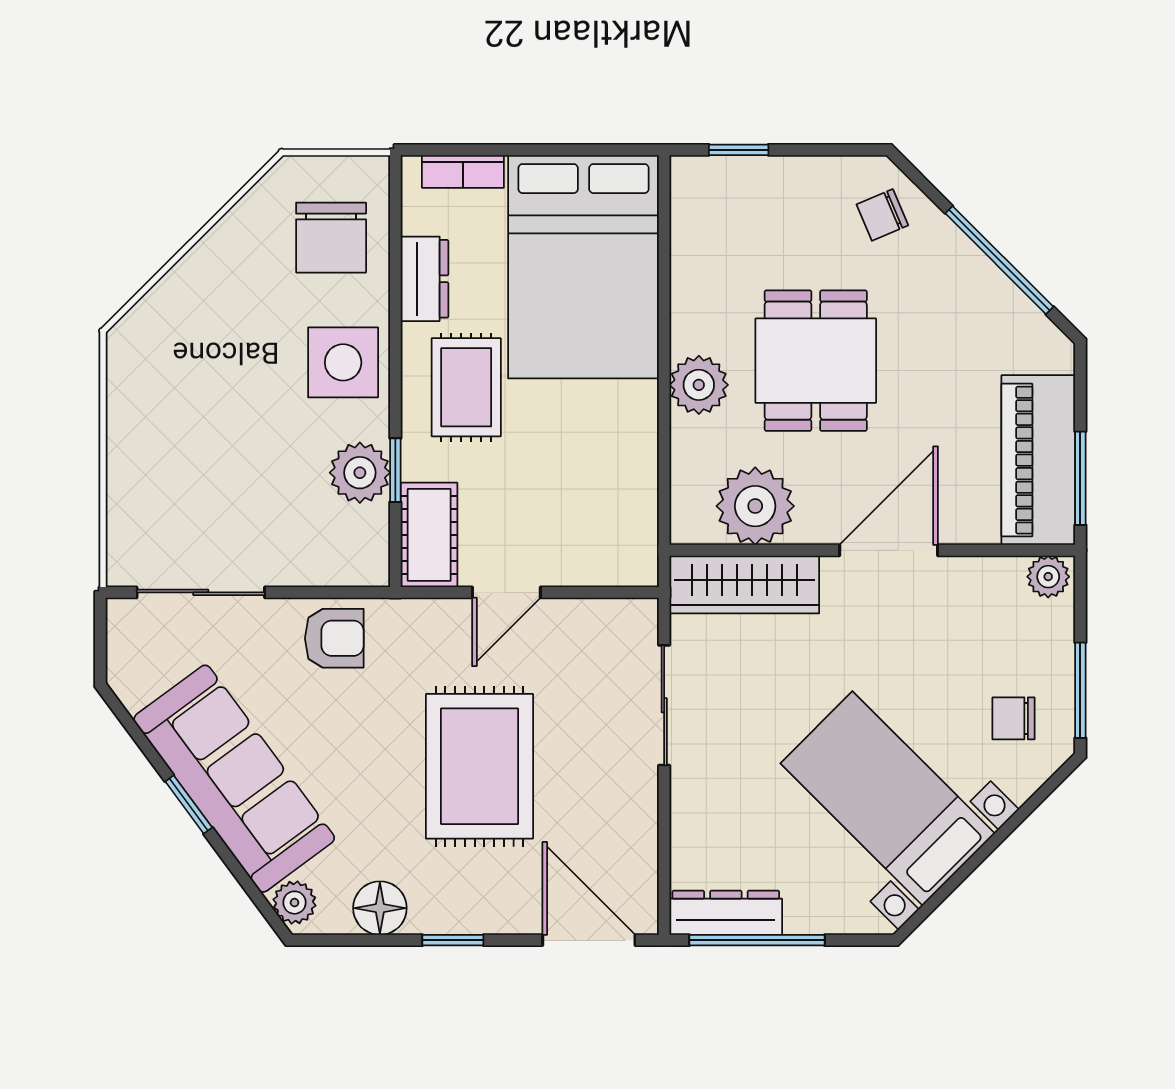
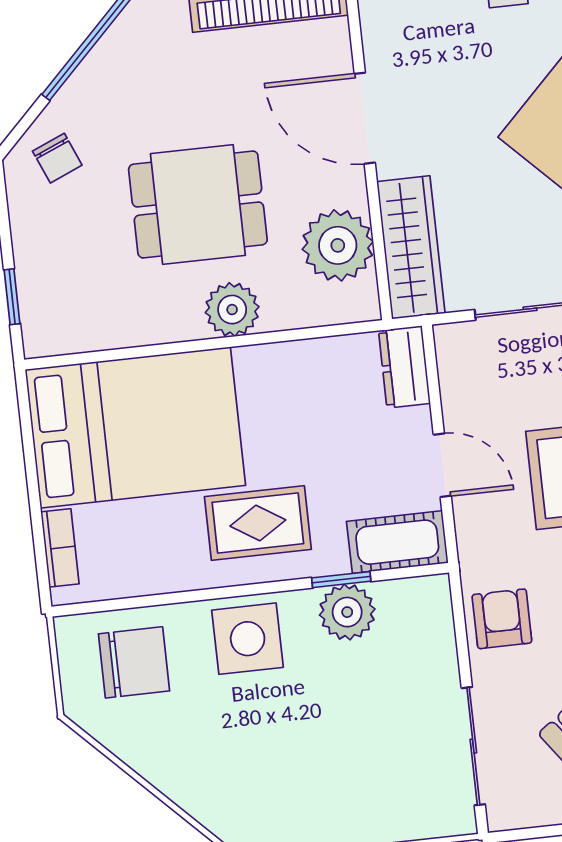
dresser: (425, 279) -> (404, 367), moved, turned -90

